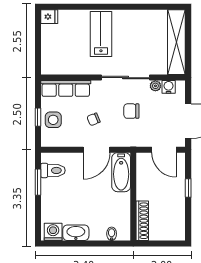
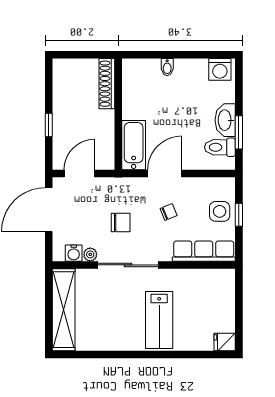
door: (164, 150) -> (80, 174), hinge flipped
washbasin: (76, 233) -> (225, 120), moved, turned 90
bidet: (112, 234) -> (167, 67), moved

